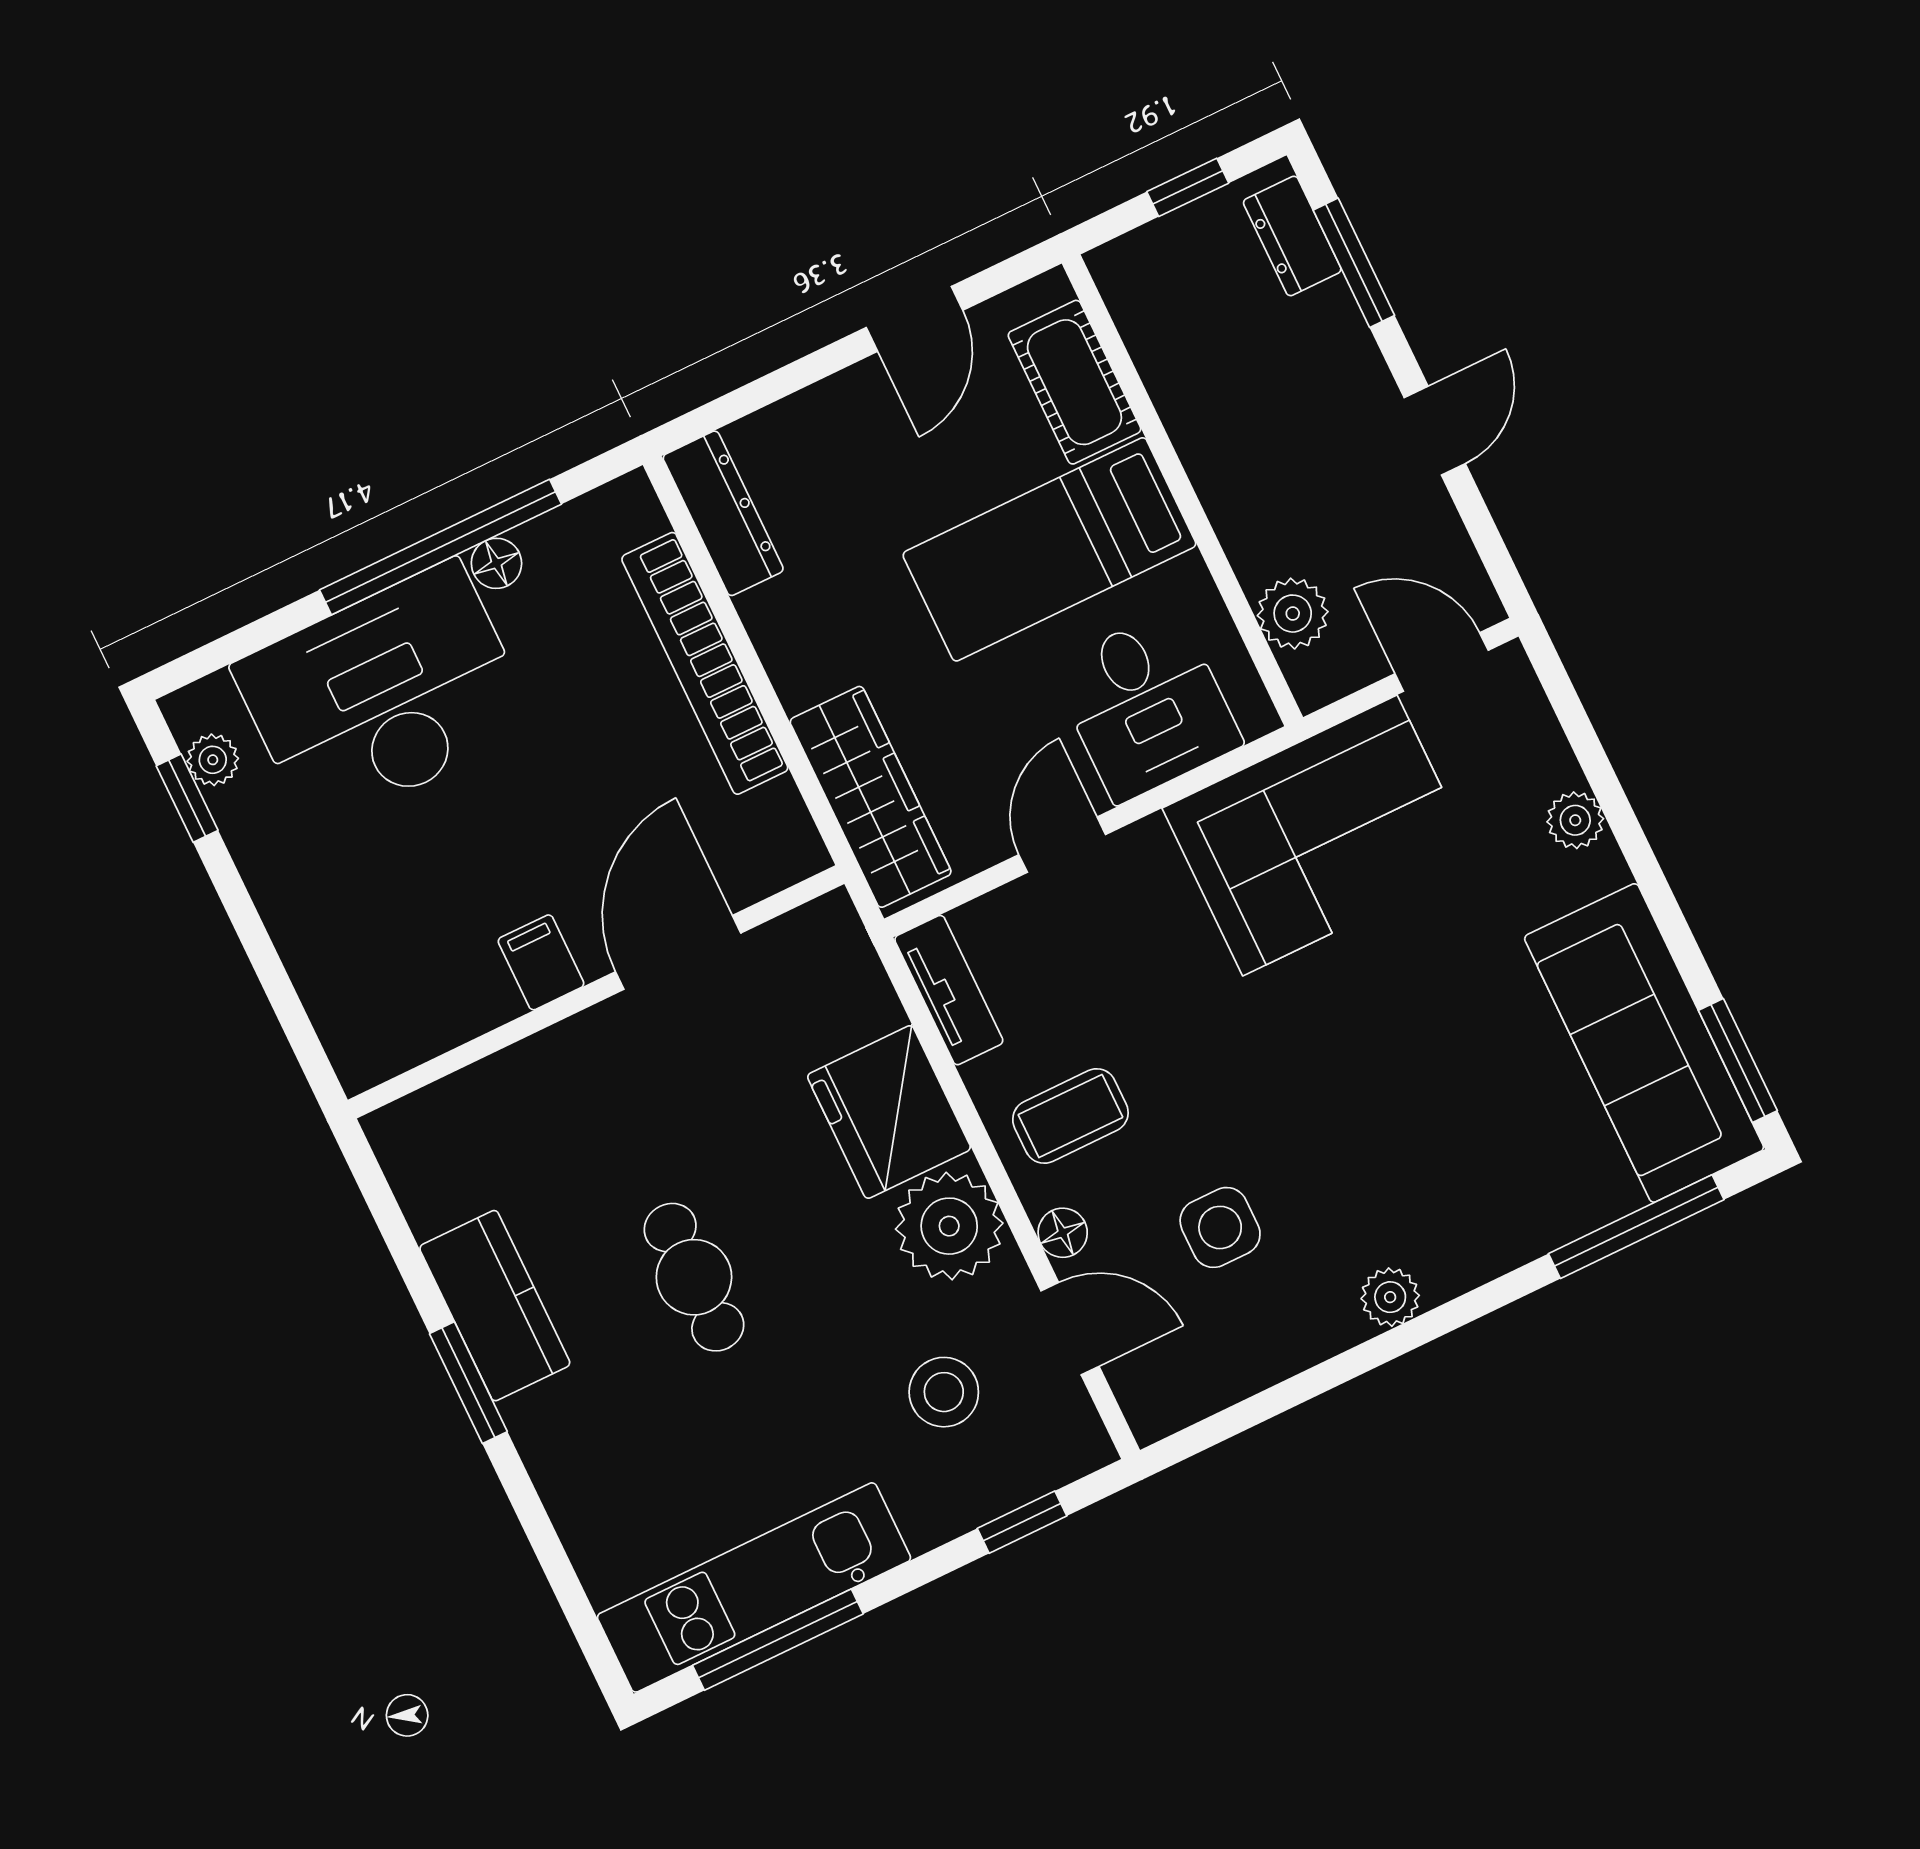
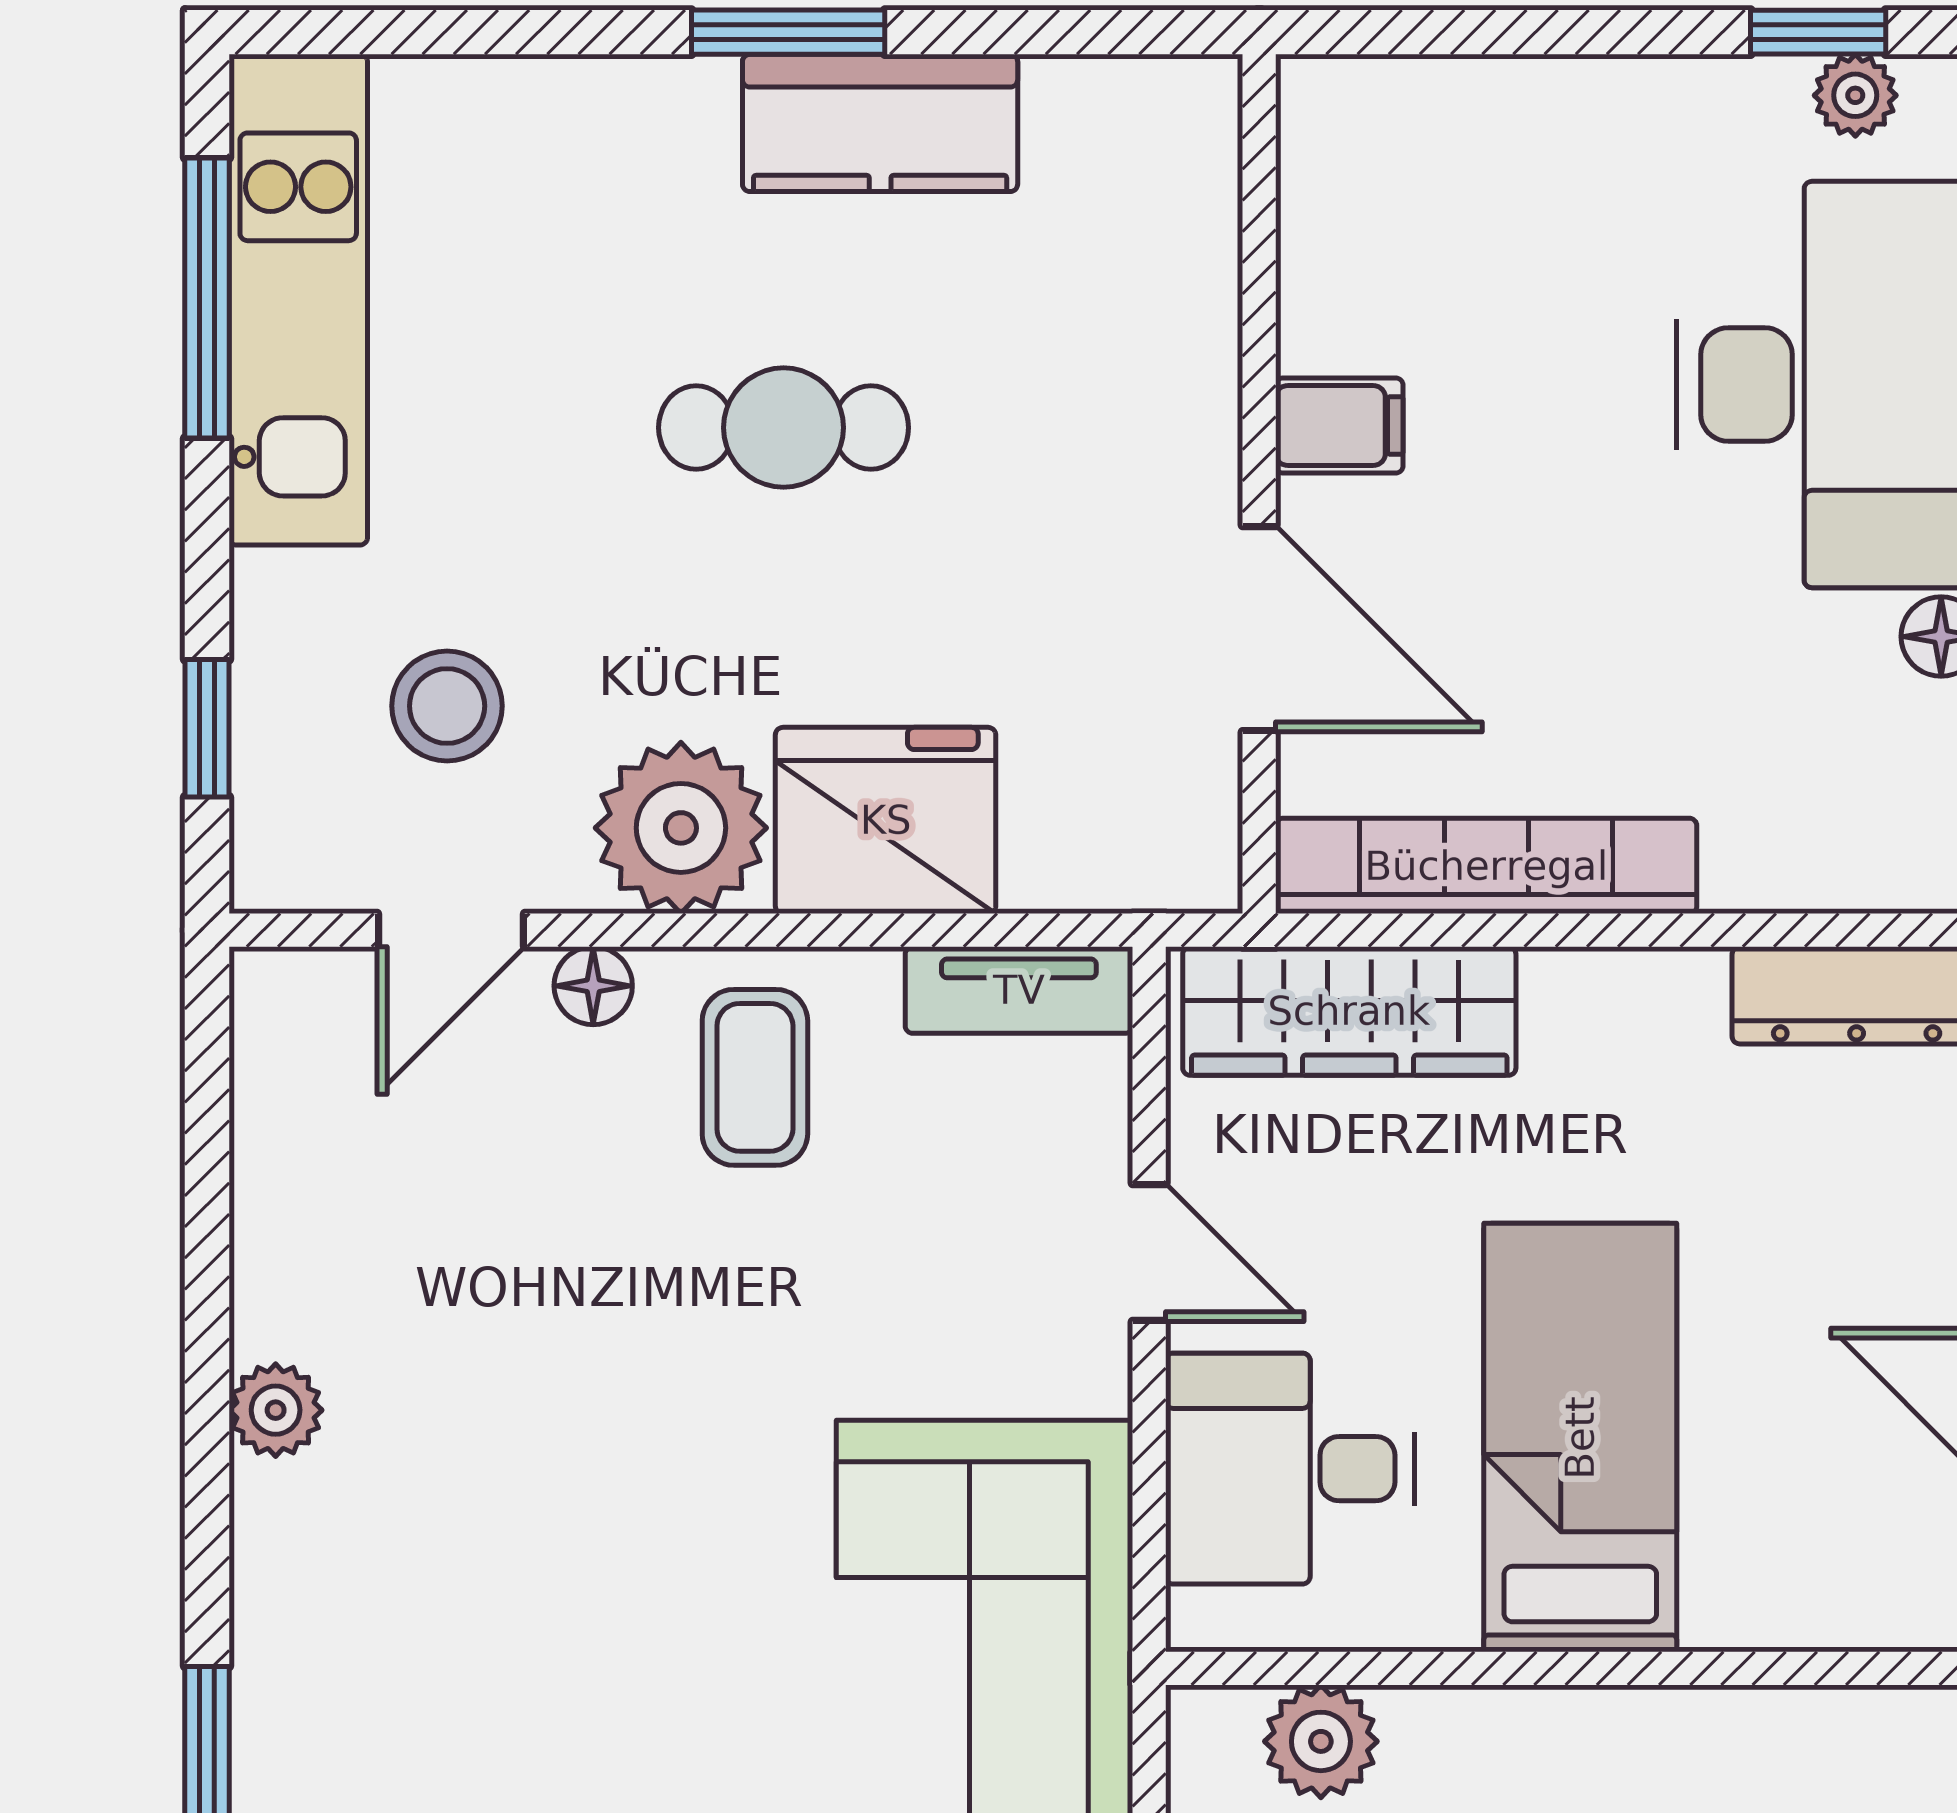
cot: (1074, 382) -> (1802, 1588), removed
bookcase: (705, 663) -> (1486, 866), moved
side table: (1220, 1227) -> (492, 1215), removed

